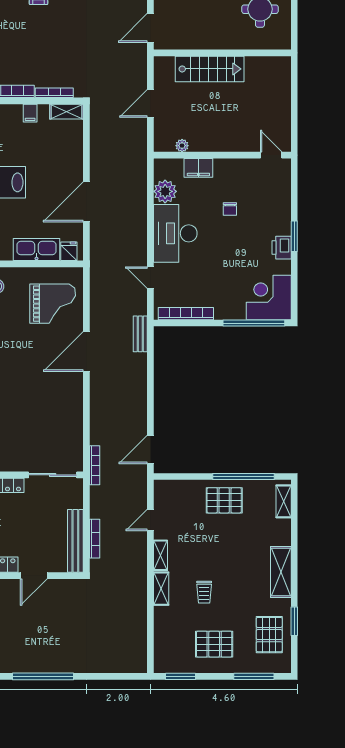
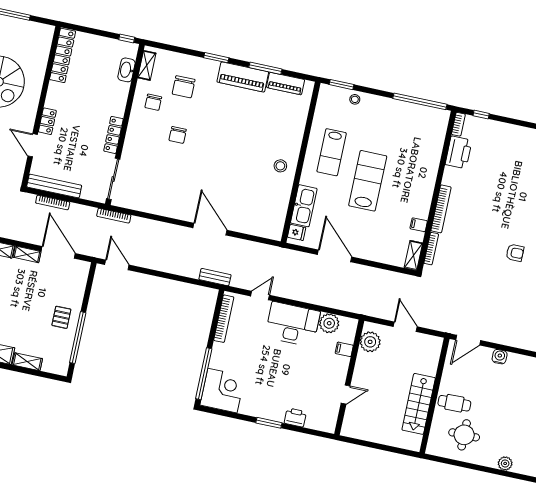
door: (150, 28) -> (468, 340), swing flipped
cafe table: (226, 28) -> (454, 403), added
stairs: (210, 69) -> (419, 404), moved
plant: (182, 146) -> (370, 342), width x1.87, depth x1.87
door: (271, 155) -> (346, 395), moved
filing cabinet: (198, 168) -> (344, 349), width x0.50
chair: (230, 209) -> (303, 374), removed
printer: (282, 248) -> (295, 417), moved
grand piano: (53, 304) -> (256, 210), removed
pallet: (224, 500) -> (61, 317), width x0.67, depth x0.71
shelving: (284, 501) -> (27, 362), moved
door: (150, 520) -> (58, 252), width x1.87

